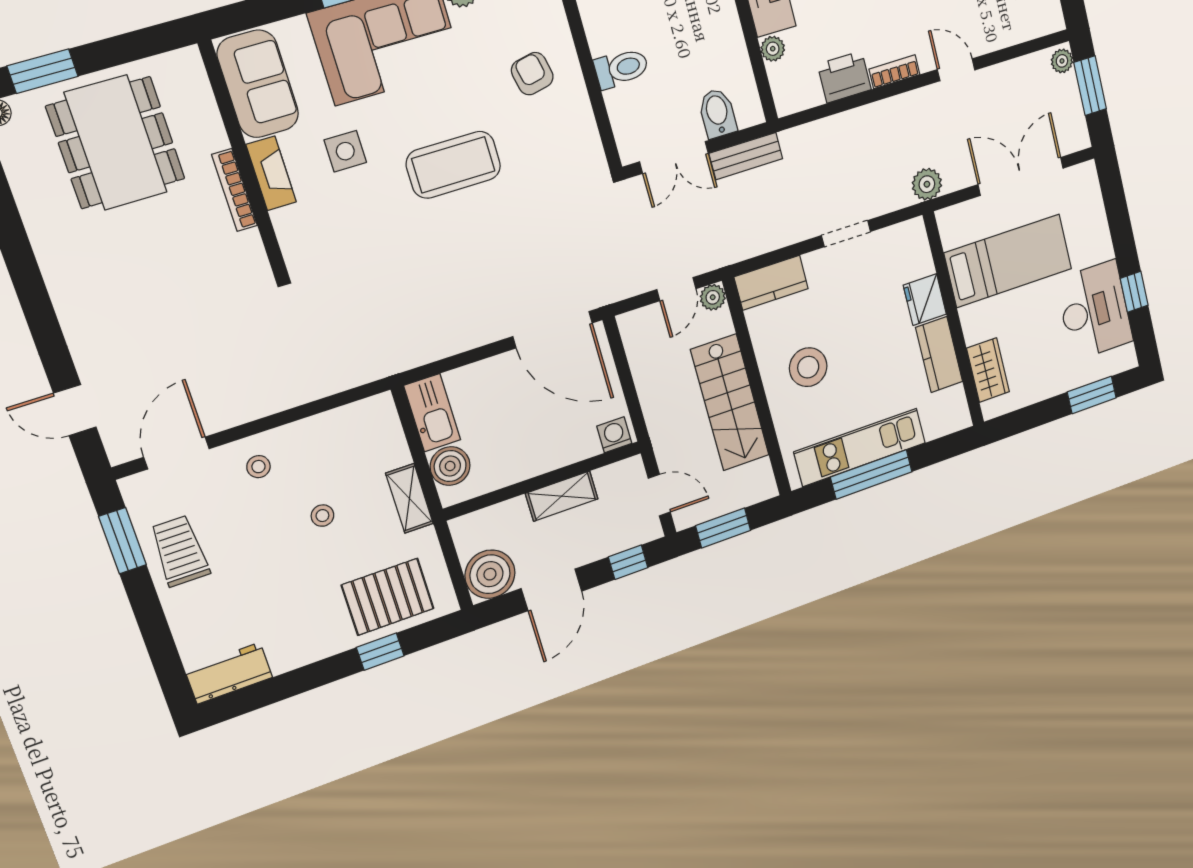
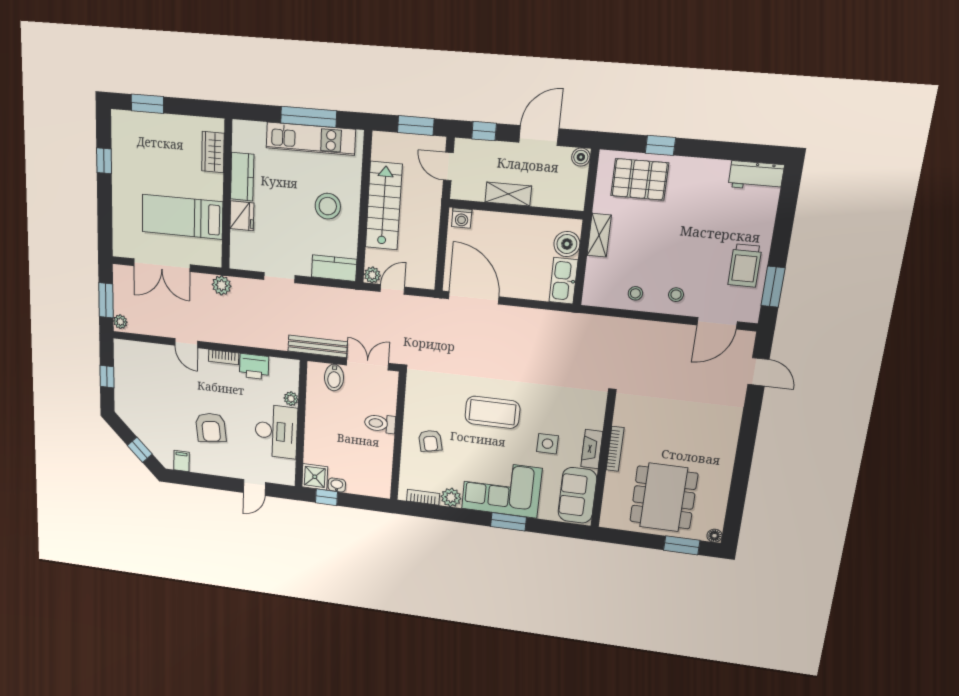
bench: (746, 156) -> (318, 346), width x1.36
desk: (1094, 310) -> (133, 160), removed
stool: (322, 516) -> (635, 293), moved
boiler: (490, 574) -> (581, 157), width x0.54, depth x0.54

